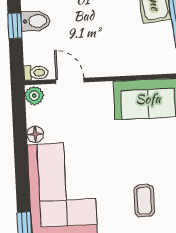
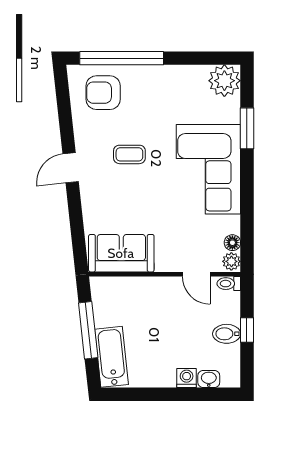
floor lamp: (35, 134) -> (232, 243), moved
coffee table: (144, 201) -> (129, 154), turned 90

